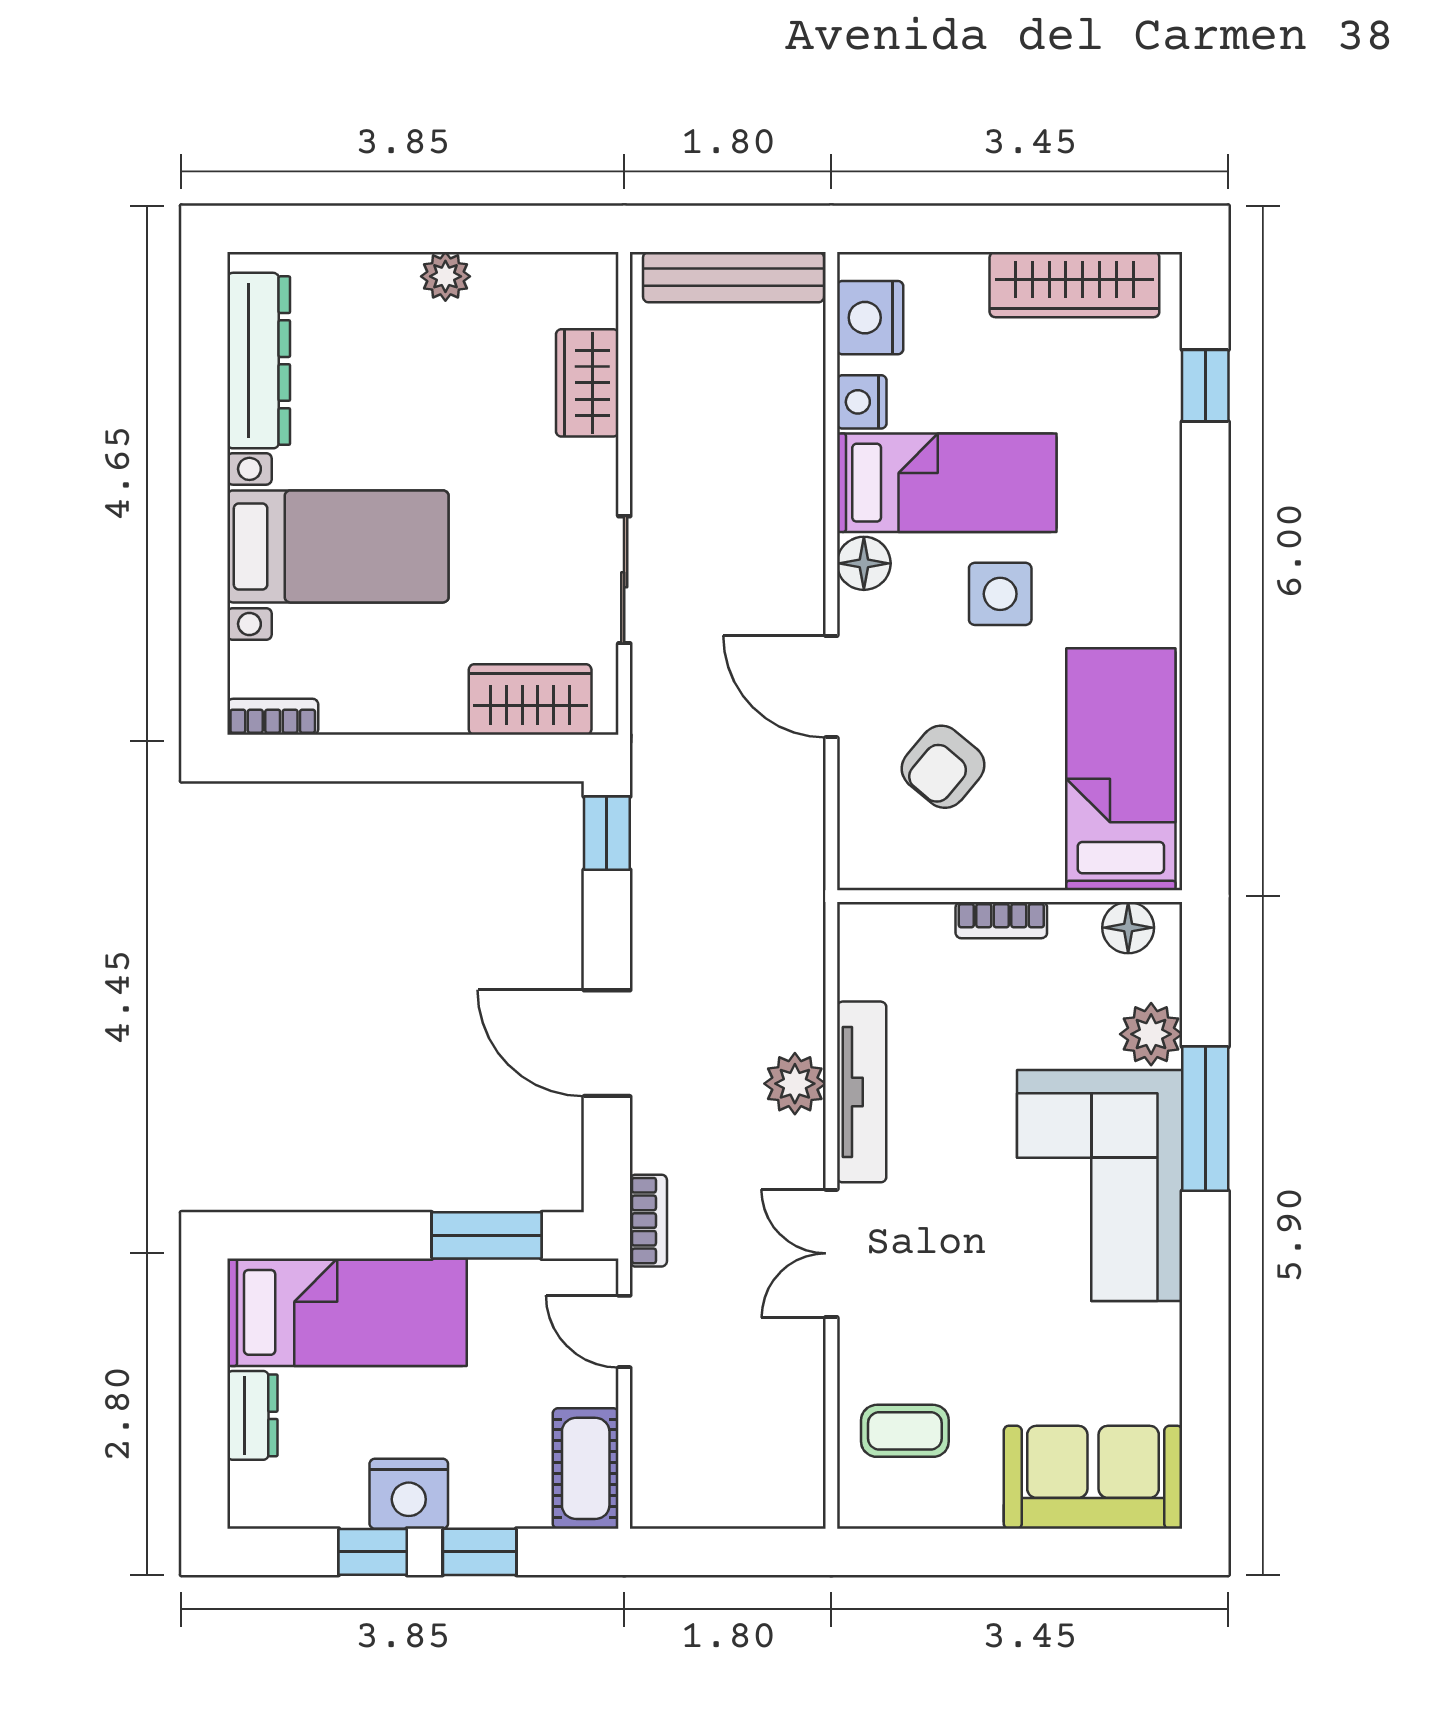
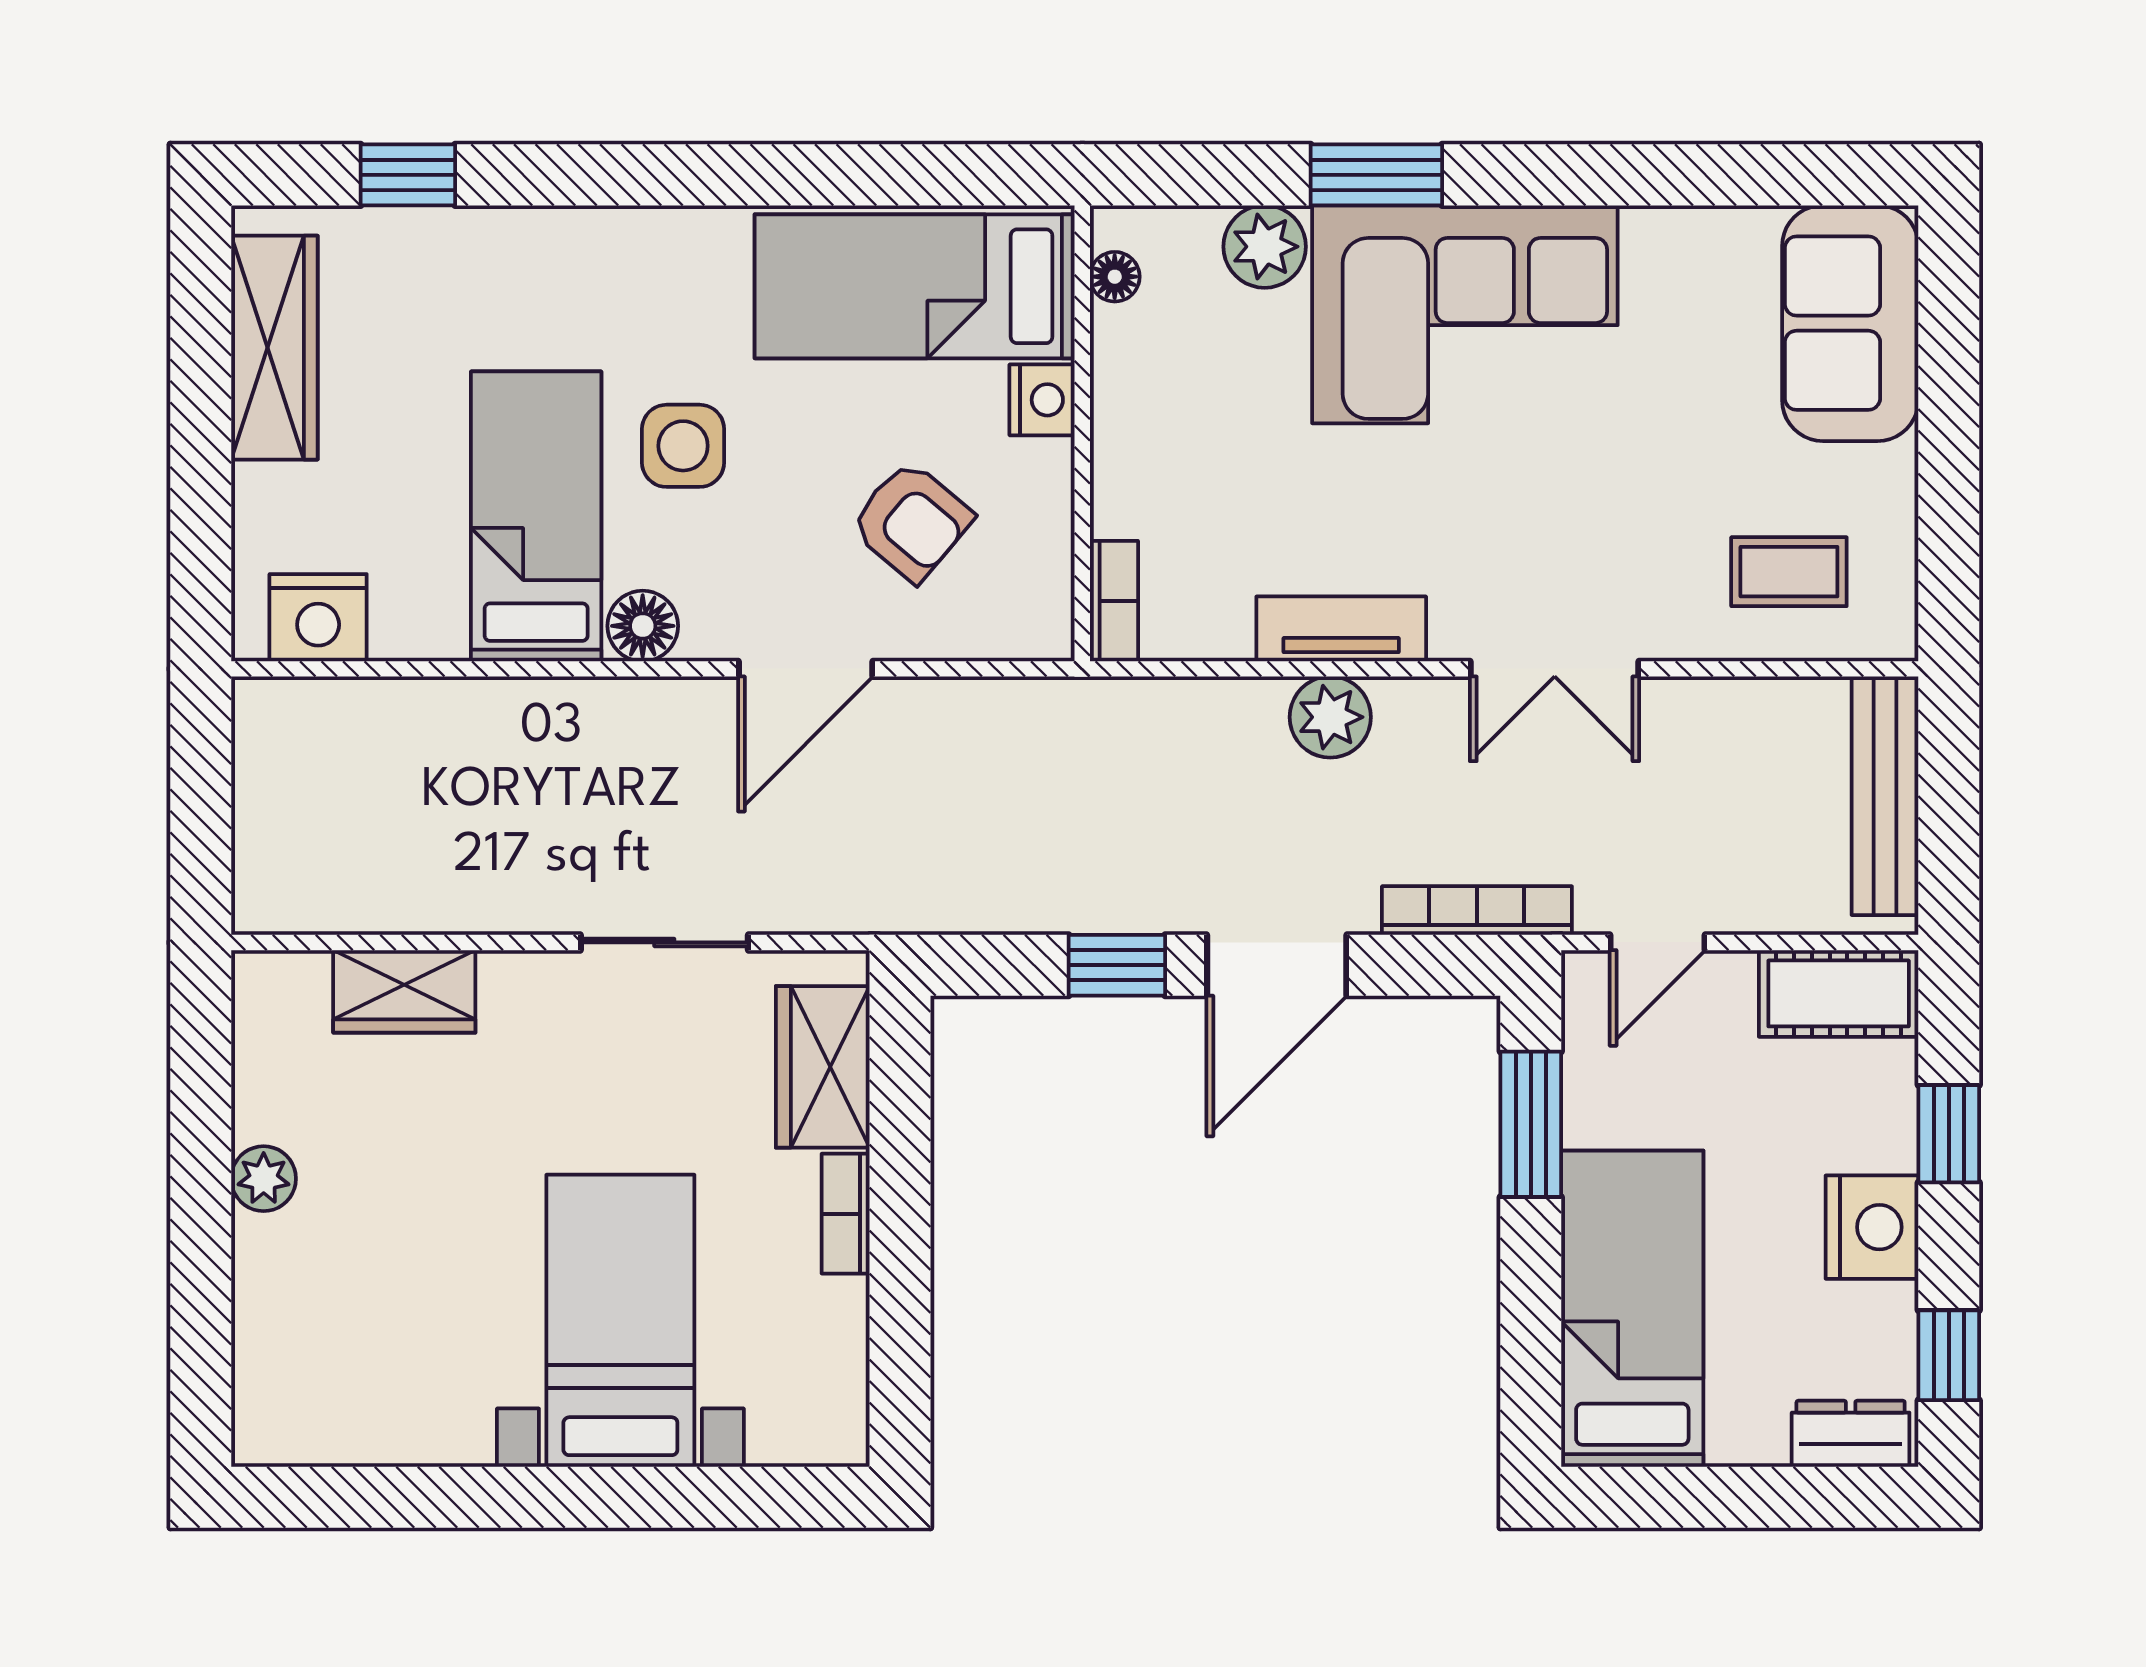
bench: (733, 277) -> (1885, 796), moved
dresser: (259, 361) -> (375, 1425), removed
nightstand: (862, 402) -> (1042, 400), moved, turned -90
bookcase: (273, 717) -> (846, 1214), moved
window: (607, 833) -> (1117, 965), moved
bookcase: (1001, 920) -> (1114, 601), moved
floor lamp: (1128, 928) -> (1115, 277), width x0.73, depth x0.73
tv unit: (862, 1092) -> (1341, 629), width x0.71
window: (1205, 1119) -> (1376, 175), width x0.69
bookcase: (648, 1221) -> (1477, 911), width x1.56
dresser: (252, 1415) -> (1851, 1434), moved
coffee table: (905, 1431) -> (1789, 572), turned 90
window: (373, 1552) -> (1949, 1355), moved

